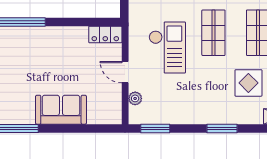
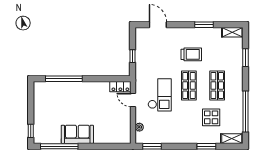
door: (125, 72) -> (133, 100), moved
sofa: (61, 110) -> (77, 134), moved
window: (222, 128) -> (206, 146), moved

